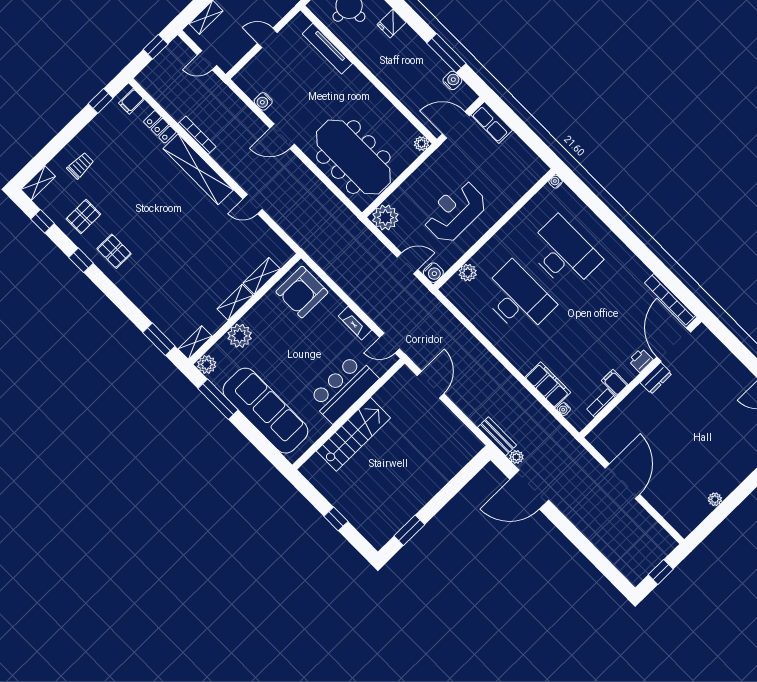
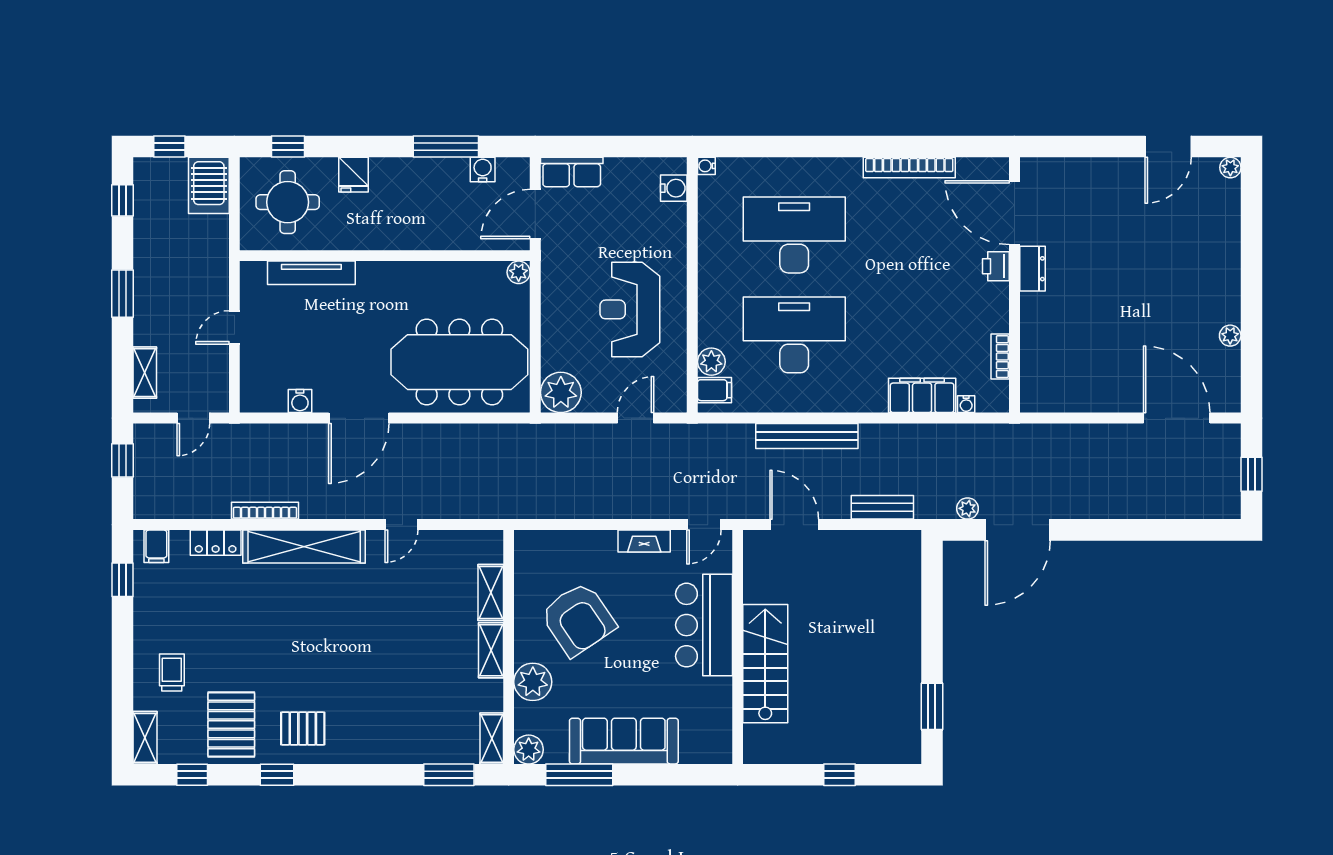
door: (282, 136) -> (359, 418), width x1.36
pallet: (83, 217) -> (231, 725), width x1.50, depth x1.42
water cooler: (433, 273) -> (674, 188), moved
armchair: (302, 292) -> (578, 619), moved, turned -34
bookcase: (670, 299) -> (909, 168), moved
bench: (477, 350) -> (807, 436), added
filing cabinet: (615, 383) -> (715, 390), moved, turned 180
sofa: (265, 411) -> (624, 741), width x0.74, depth x0.79
bench: (497, 436) -> (882, 507), moved
door: (622, 481) -> (1177, 418), moved

